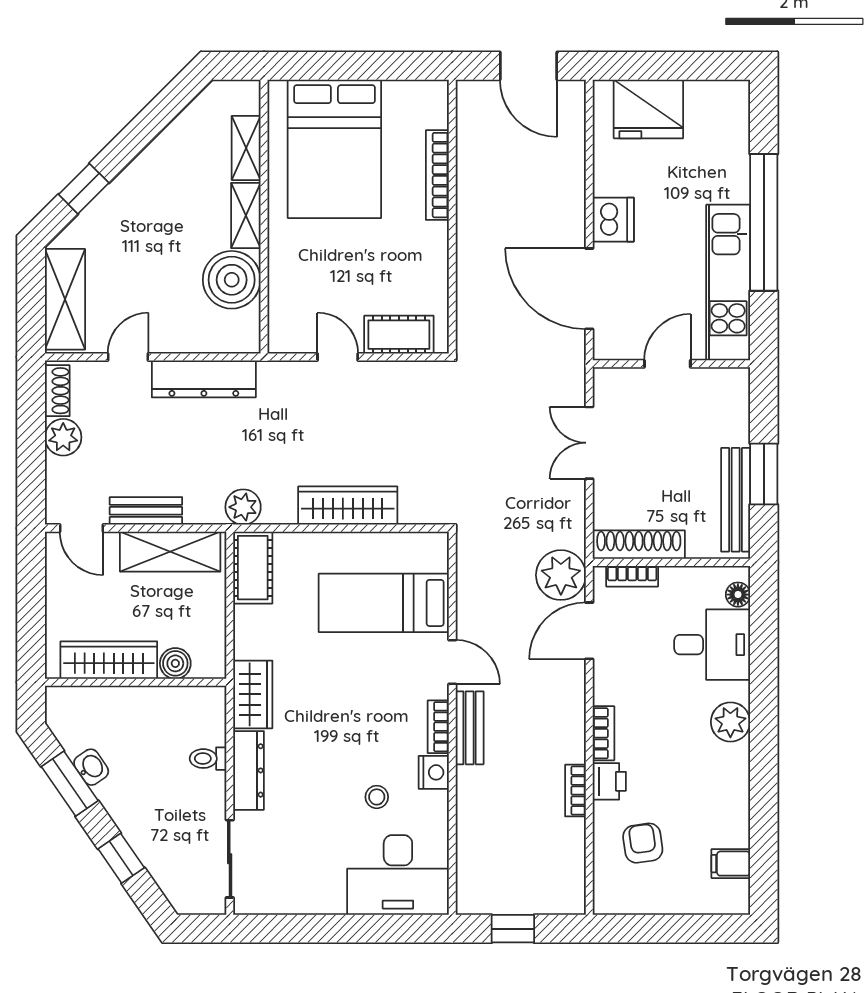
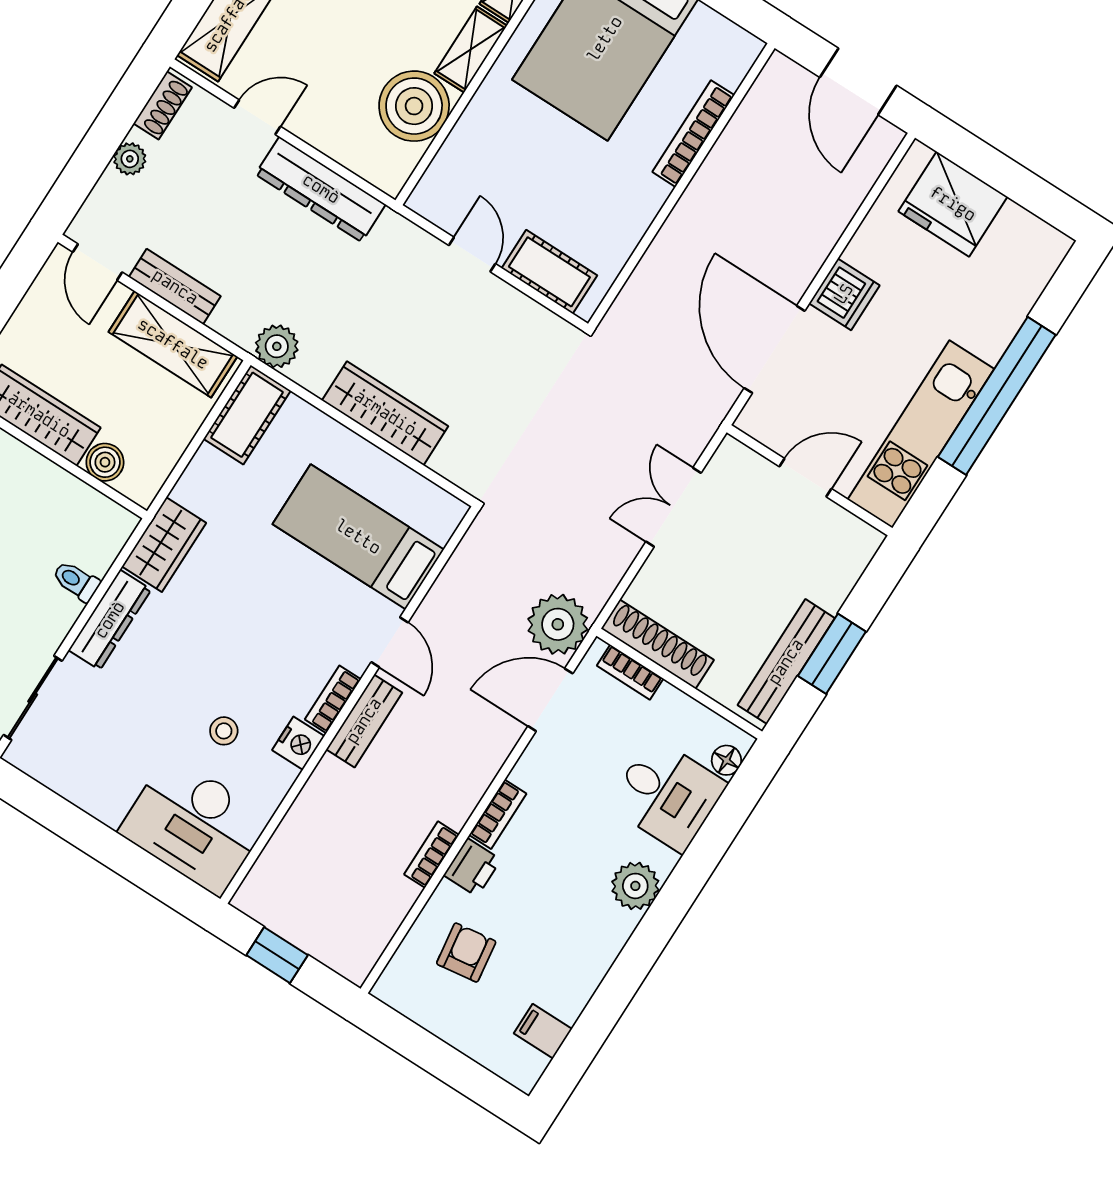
plant: (63, 437) -> (130, 159), width x0.73, depth x0.73

